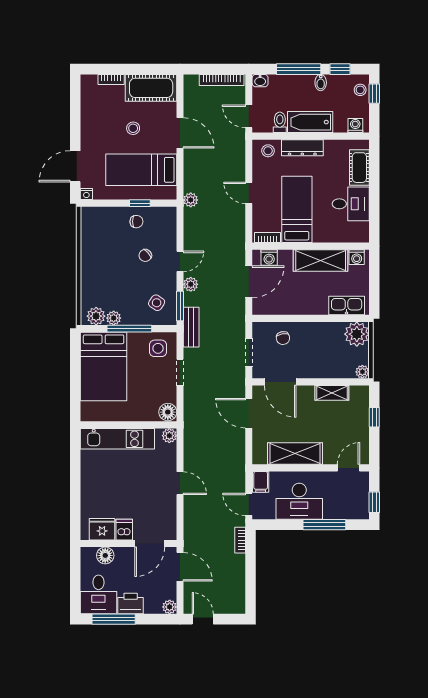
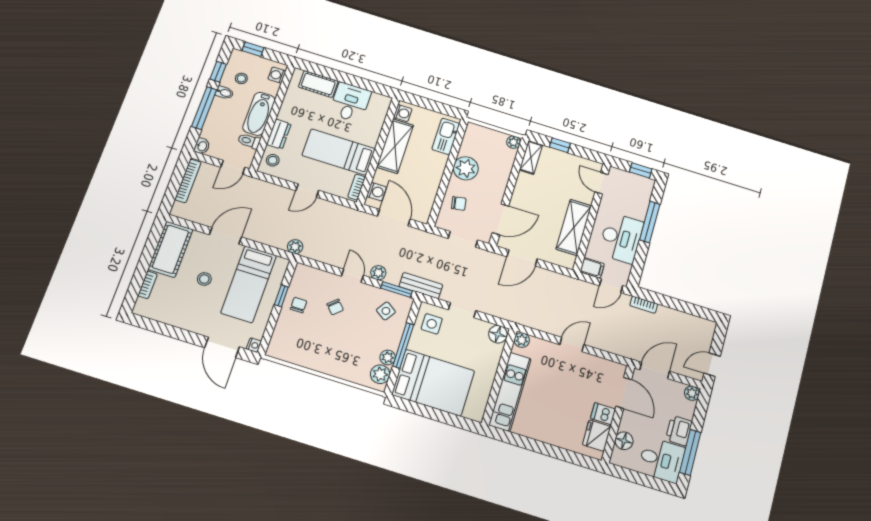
stool: (360, 90) -> (241, 78), moved
dresser: (302, 148) -> (279, 134), width x0.70
plant: (357, 334) -> (466, 168), moved
shelving: (332, 393) -> (531, 157), moved

